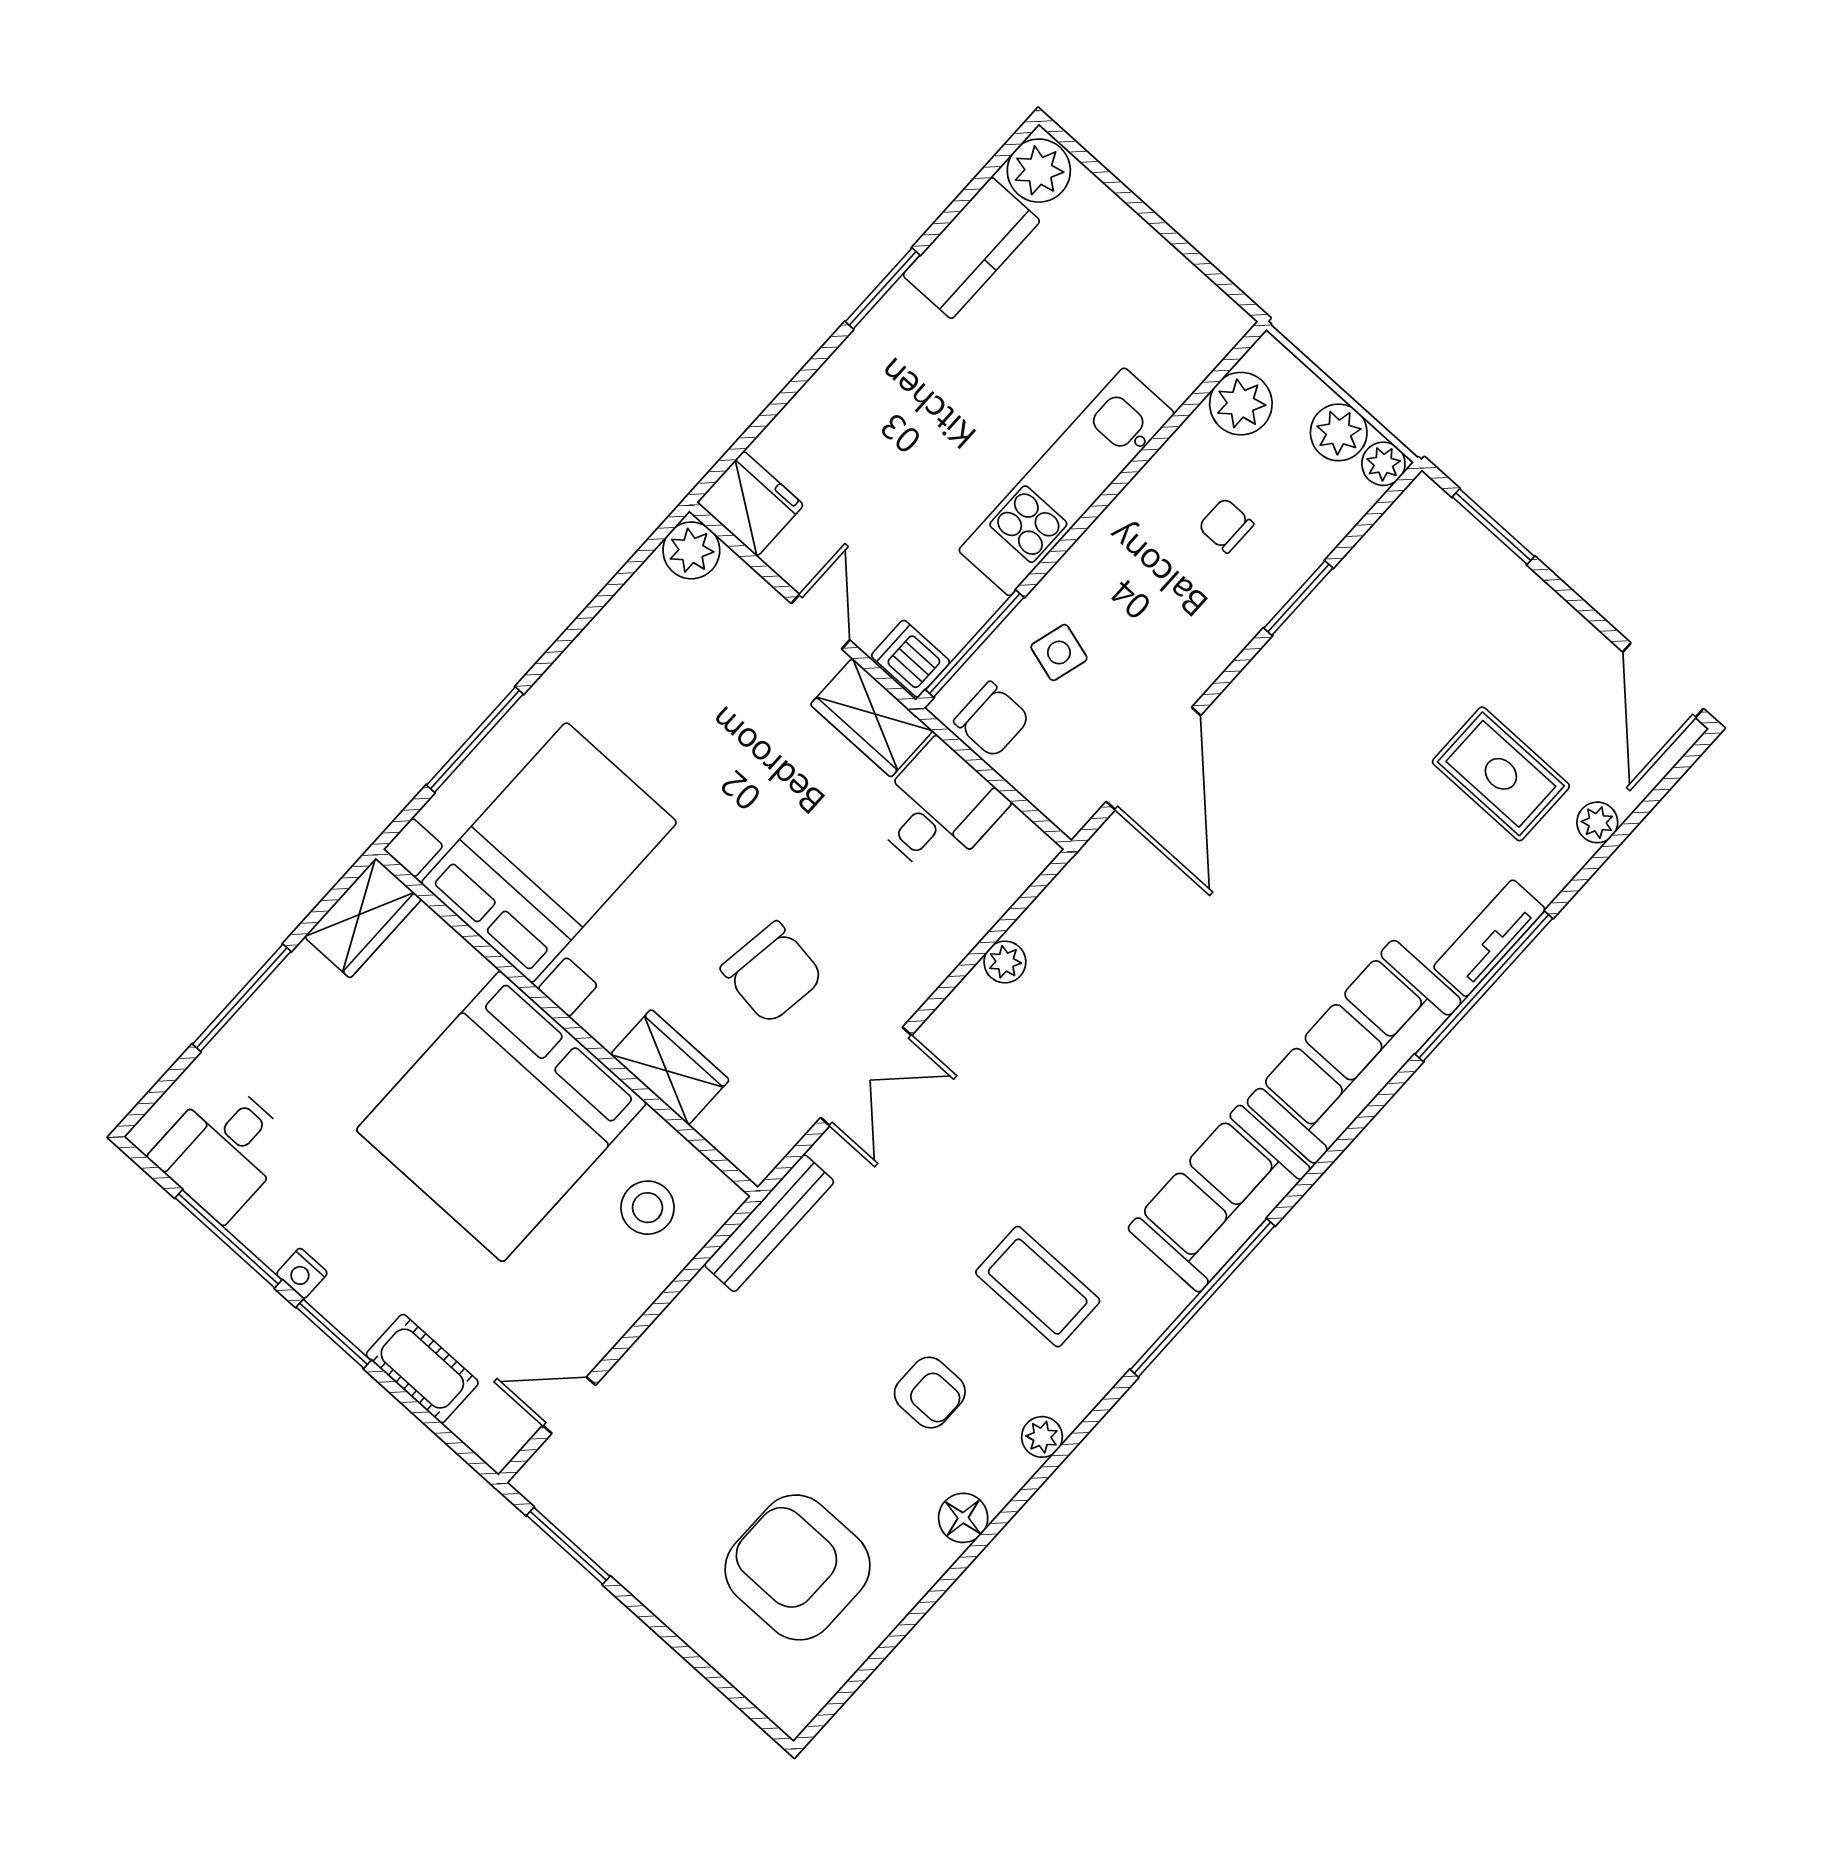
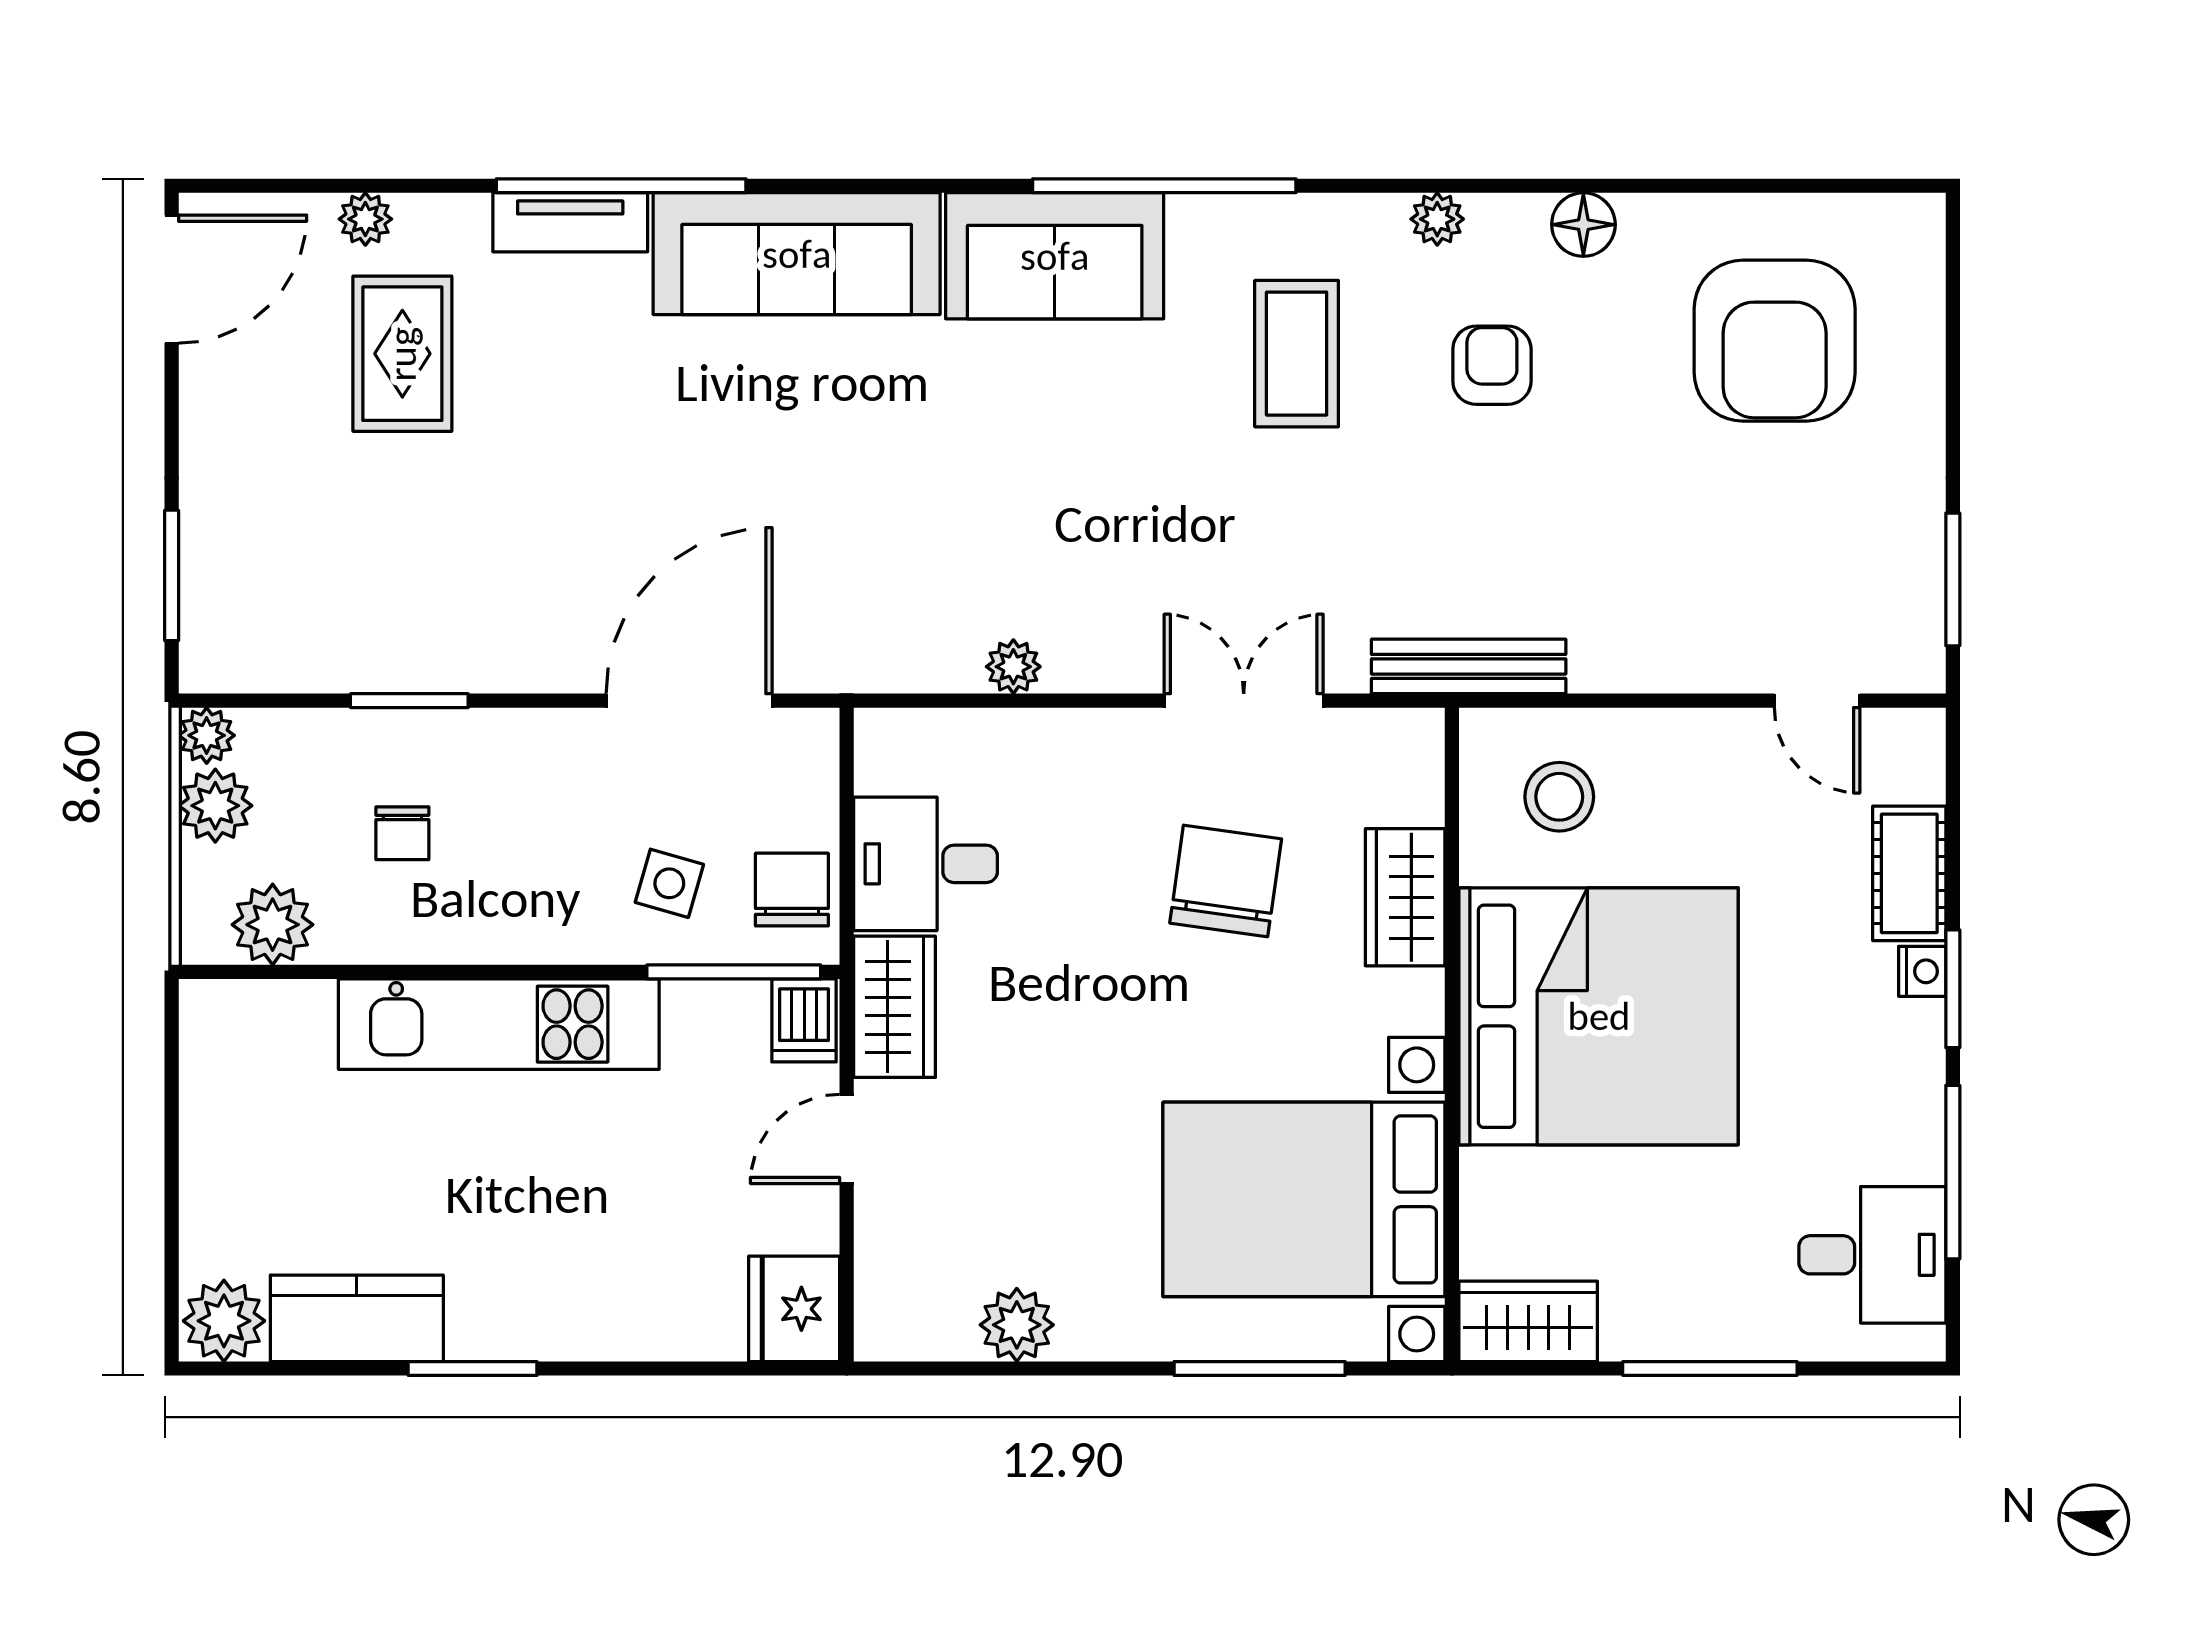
plant: (691, 550) -> (1017, 1325), moved
nightstand: (302, 1273) -> (1922, 971), moved

